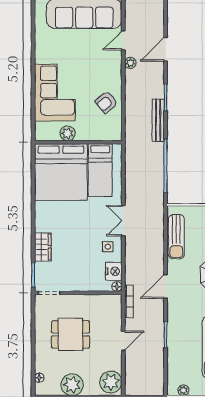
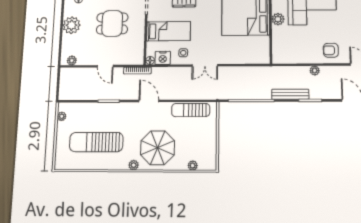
plant: (130, 63) -> (315, 71), moved
armchair: (106, 102) -> (331, 50), moved, turned -50
bed: (100, 170) -> (169, 31), moved, turned 180
double door: (123, 221) -> (205, 65), swing flipped
dining table: (71, 334) -> (112, 23), turned 90
plant: (111, 382) -> (72, 60), width x0.53, depth x0.53

